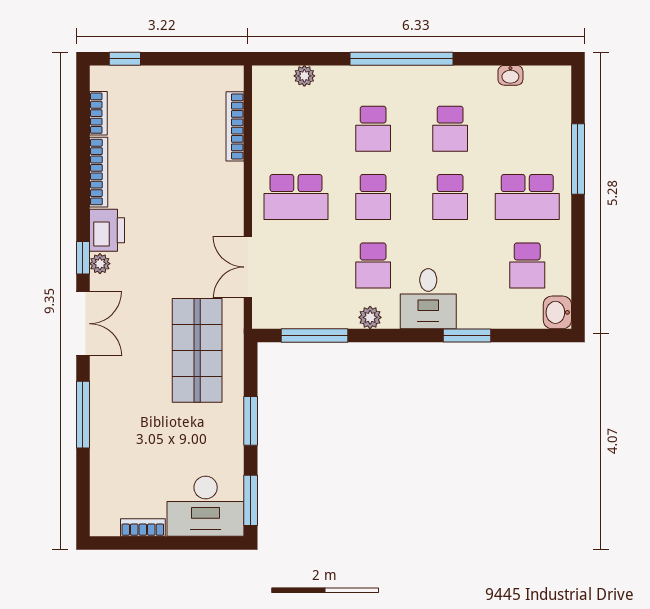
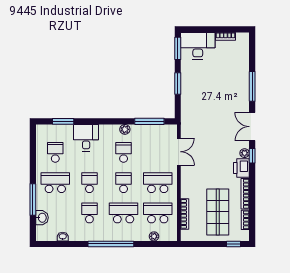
school desk: (296, 129) -> (158, 213), added
school desk: (373, 129) -> (124, 213), width x1.85
desk: (428, 299) -> (86, 138), moved
washbasin: (557, 312) -> (42, 218), moved
window: (467, 335) -> (63, 121), moved
shop shelf: (197, 350) -> (218, 212), moved

